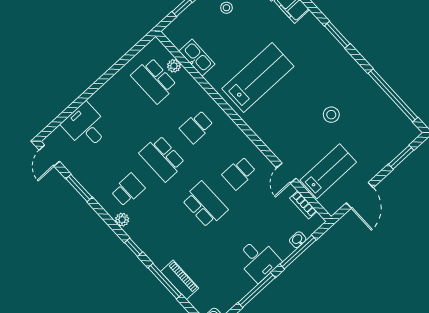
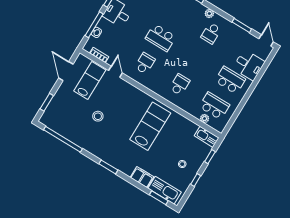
kitchen sink: (197, 58) -> (207, 137), moved
lab bench: (258, 77) -> (150, 126), turned 180
school desk: (162, 158) -> (230, 80), moved
lab bench: (328, 171) -> (90, 80), turned 180

